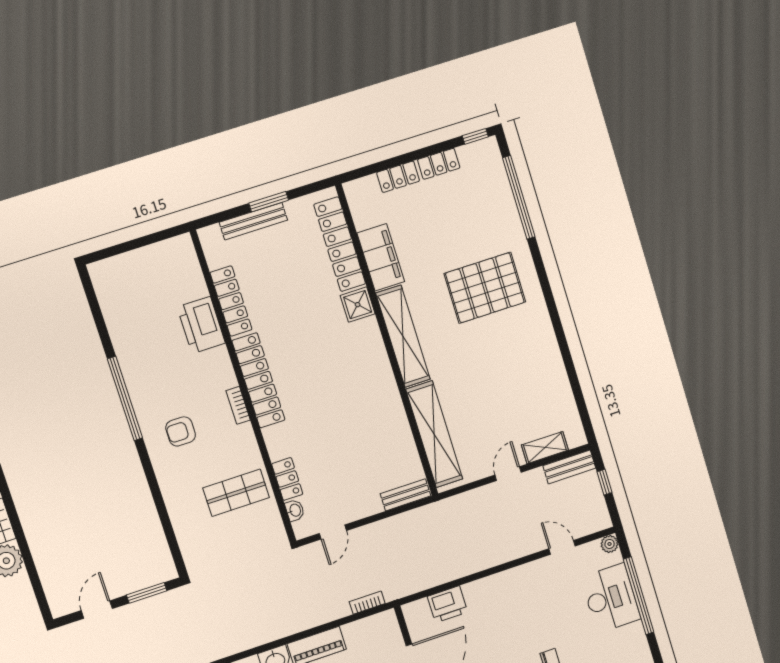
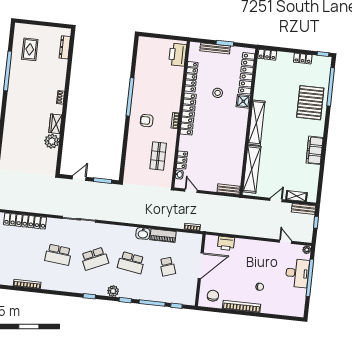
locker: (398, 177) -> (267, 55), moved
filing cabinet: (381, 257) -> (315, 150), moved, turned 180
pallet: (485, 288) -> (310, 103), moved, turned 90
stool: (299, 311) -> (218, 93), added
printer: (201, 325) -> (178, 55), moved
shop shelf: (236, 493) -> (158, 156), turned 90
door: (333, 532) -> (191, 191), swing flipped

